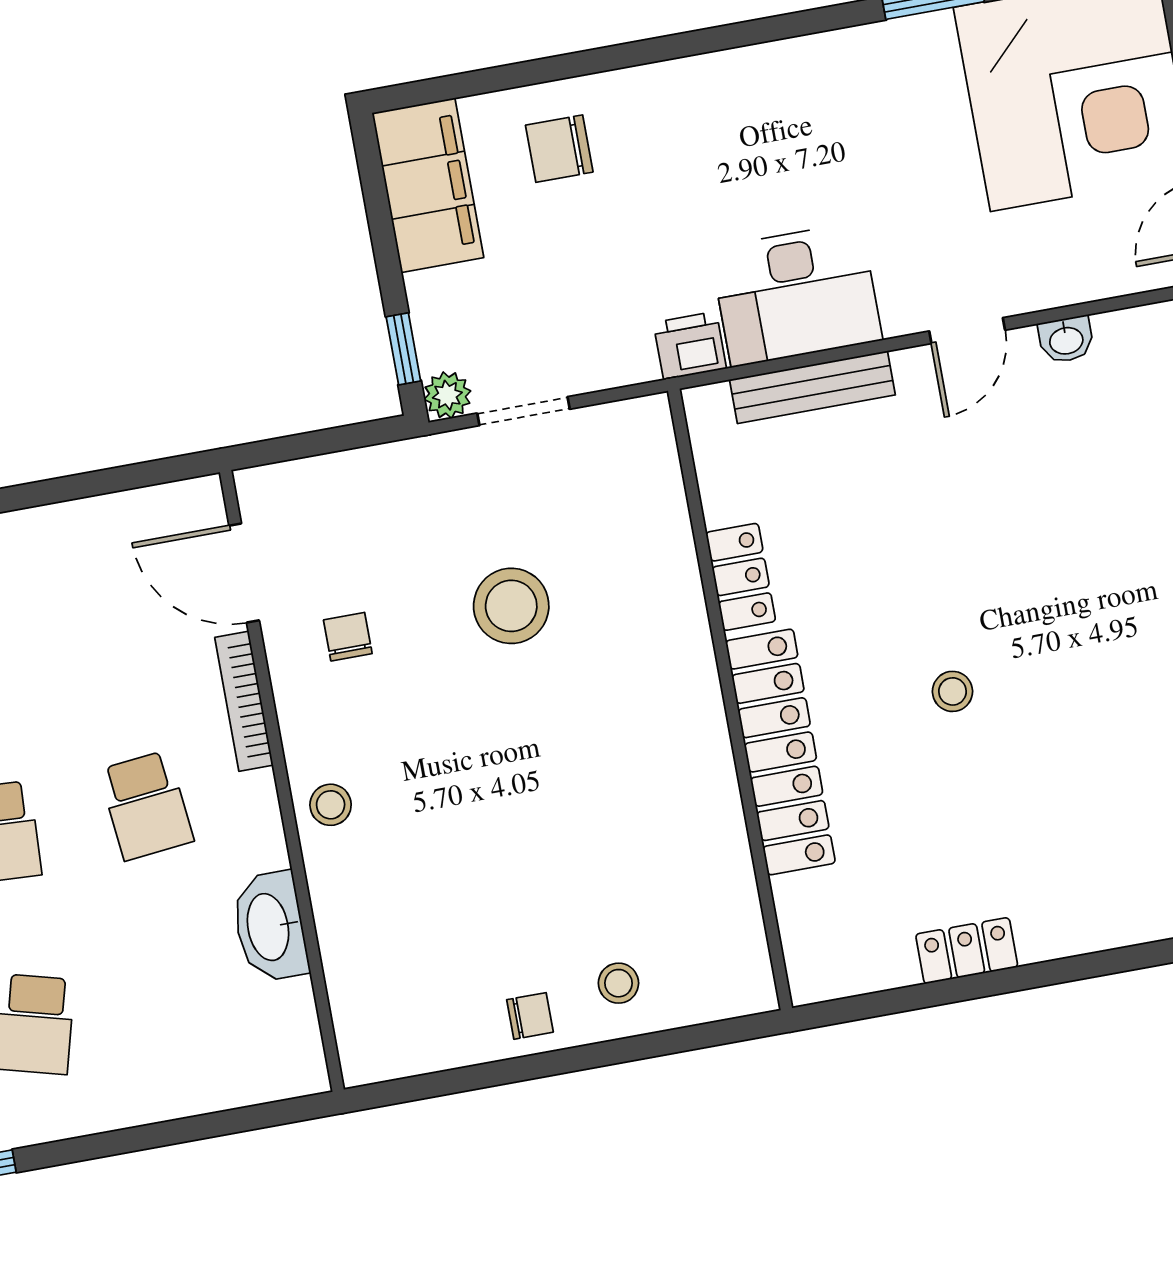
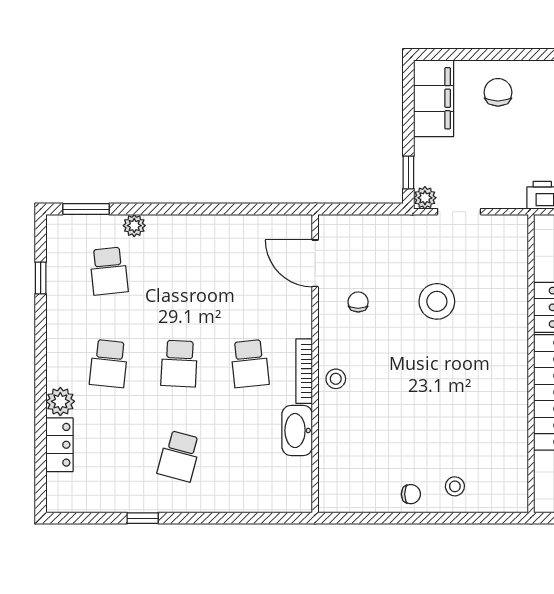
chair: (559, 149) -> (498, 92), turned 90
bookcase: (244, 701) -> (304, 371), moved

